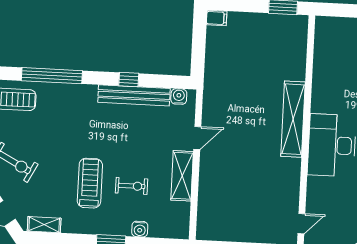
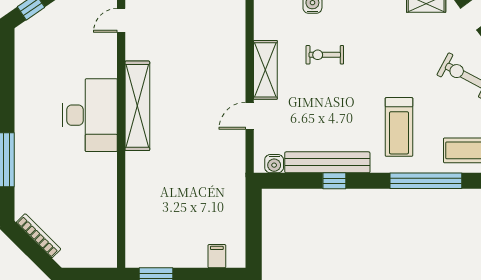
filing cabinet: (217, 18) -> (217, 256), moved, turned 90
shelving: (293, 119) -> (137, 106), moved
treadmill: (90, 183) -> (399, 127), moved

